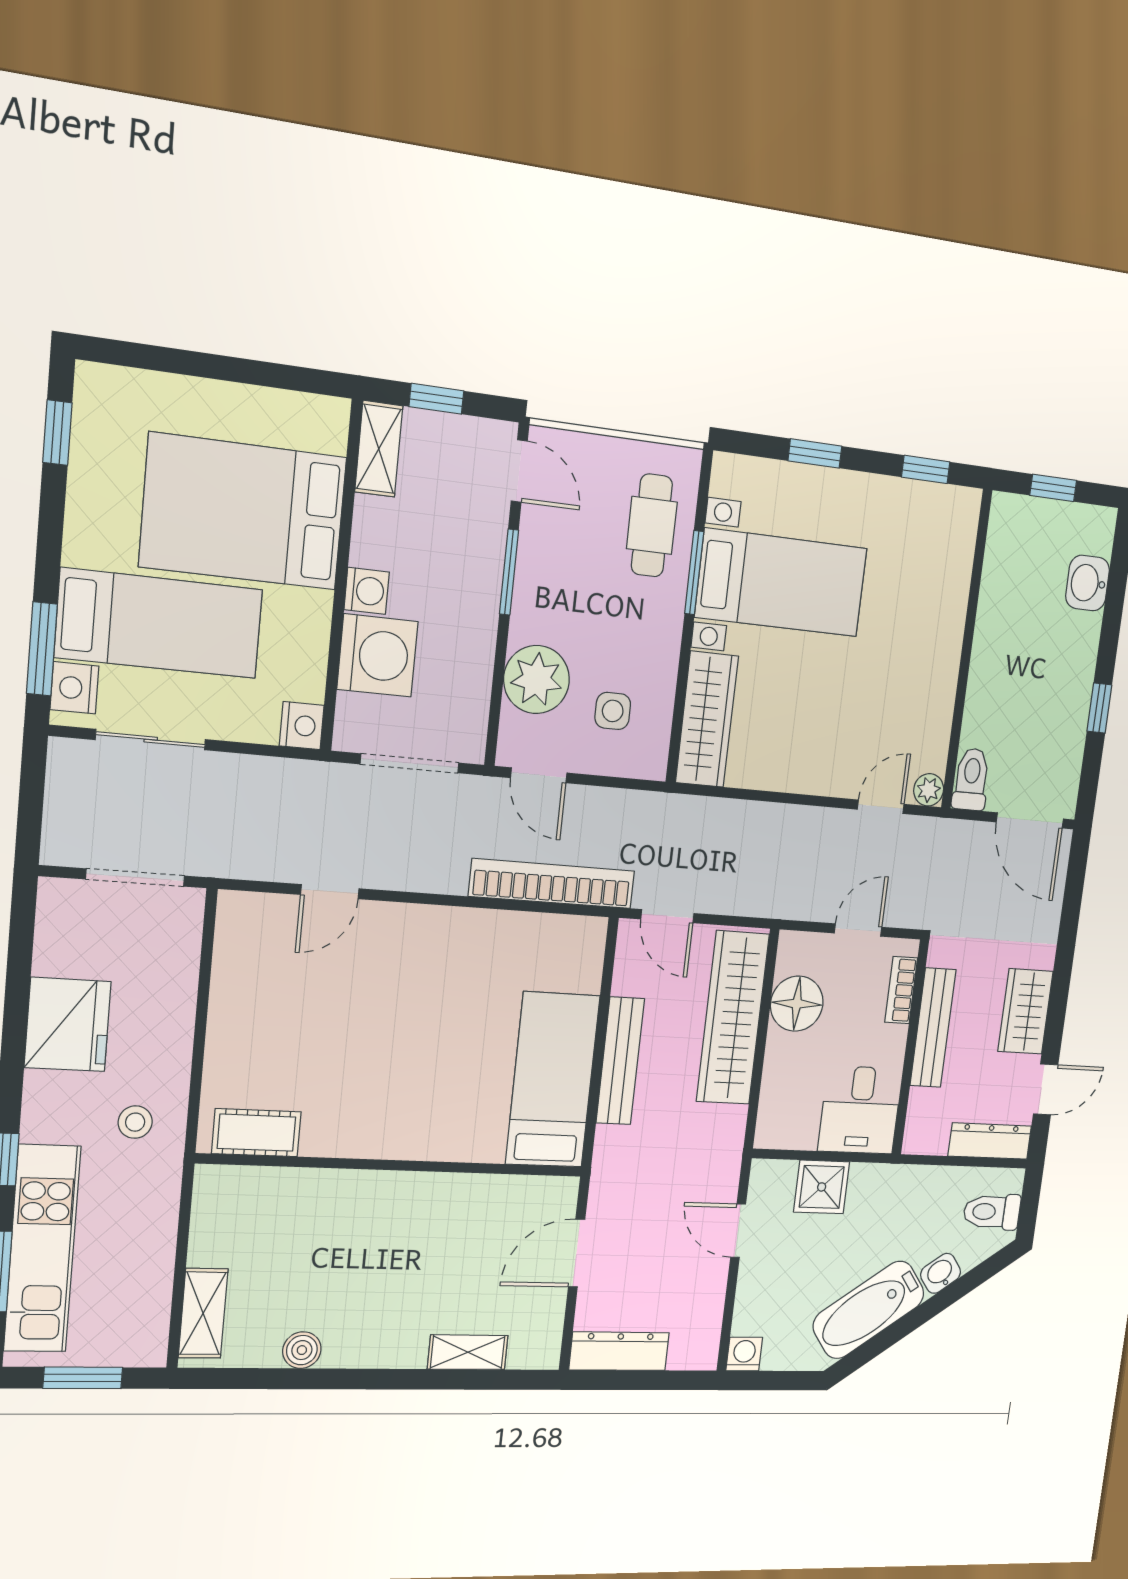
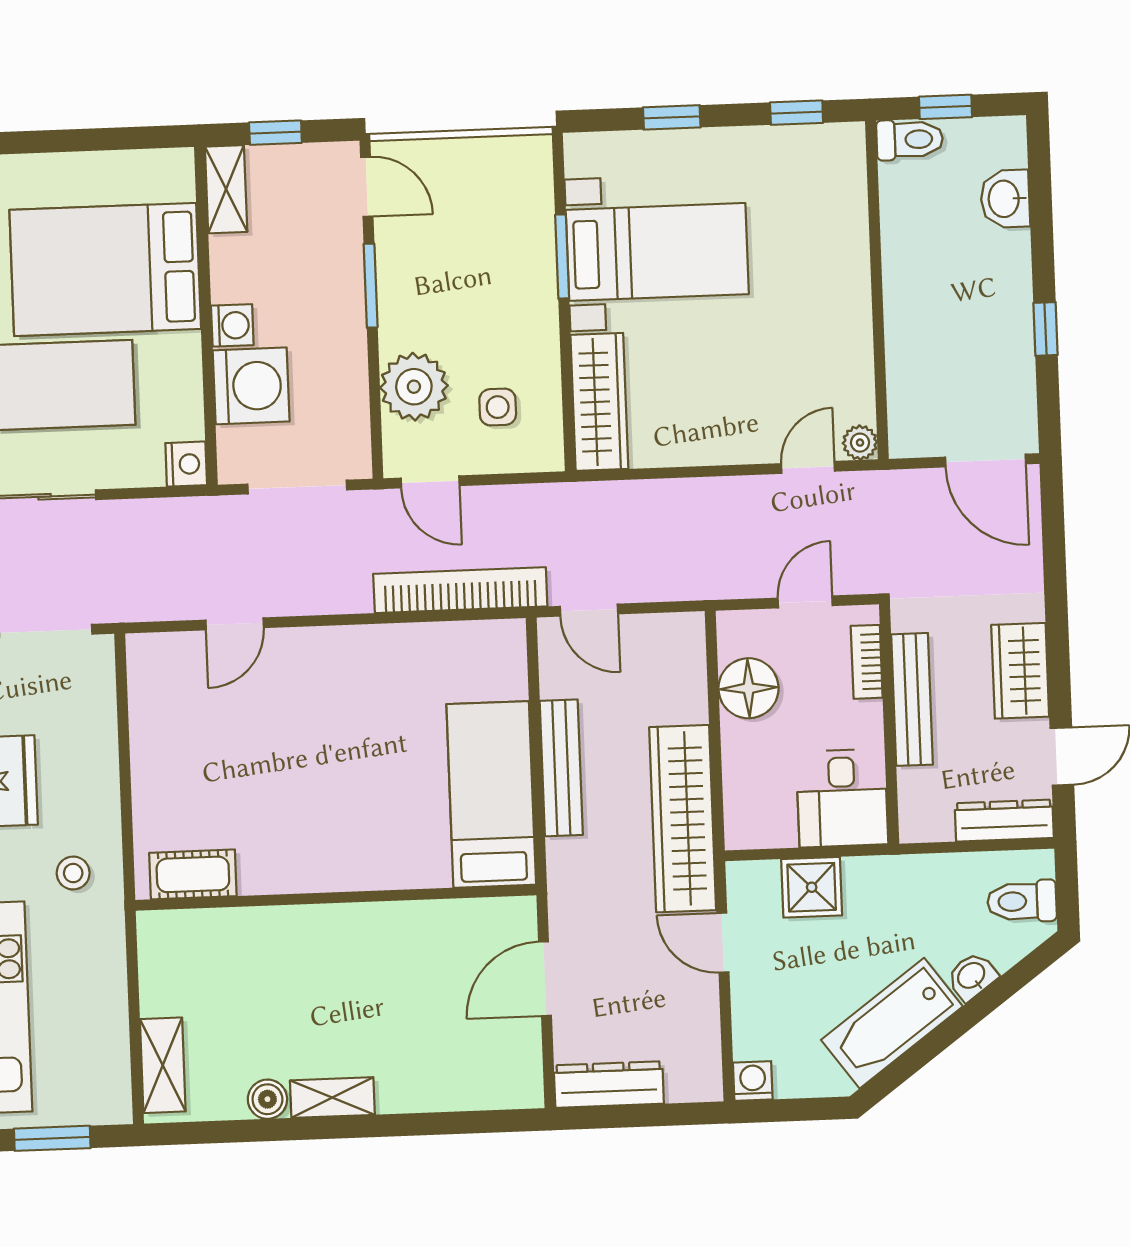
cafe table: (652, 525) -> (510, 217), removed
toilet: (971, 779) -> (910, 140), moved, turned 90
wardrobe: (733, 1018) -> (683, 819), moved
shelving: (468, 1352) -> (332, 1098), moved

